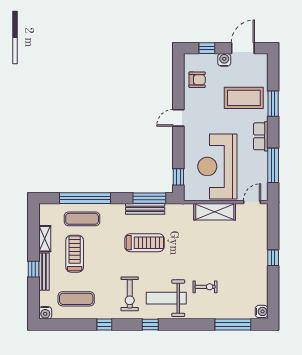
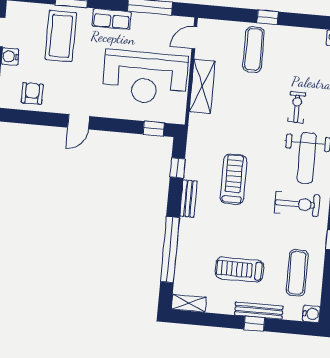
door: (178, 118) -> (79, 122), hinge flipped
window: (149, 198) -> (177, 168), width x0.46
door: (252, 202) -> (194, 38), hinge flipped
bench: (145, 209) -> (188, 199), moved, width x0.73
exercise mat: (82, 219) -> (254, 50), moved
shelving: (45, 239) -> (189, 303), moved

